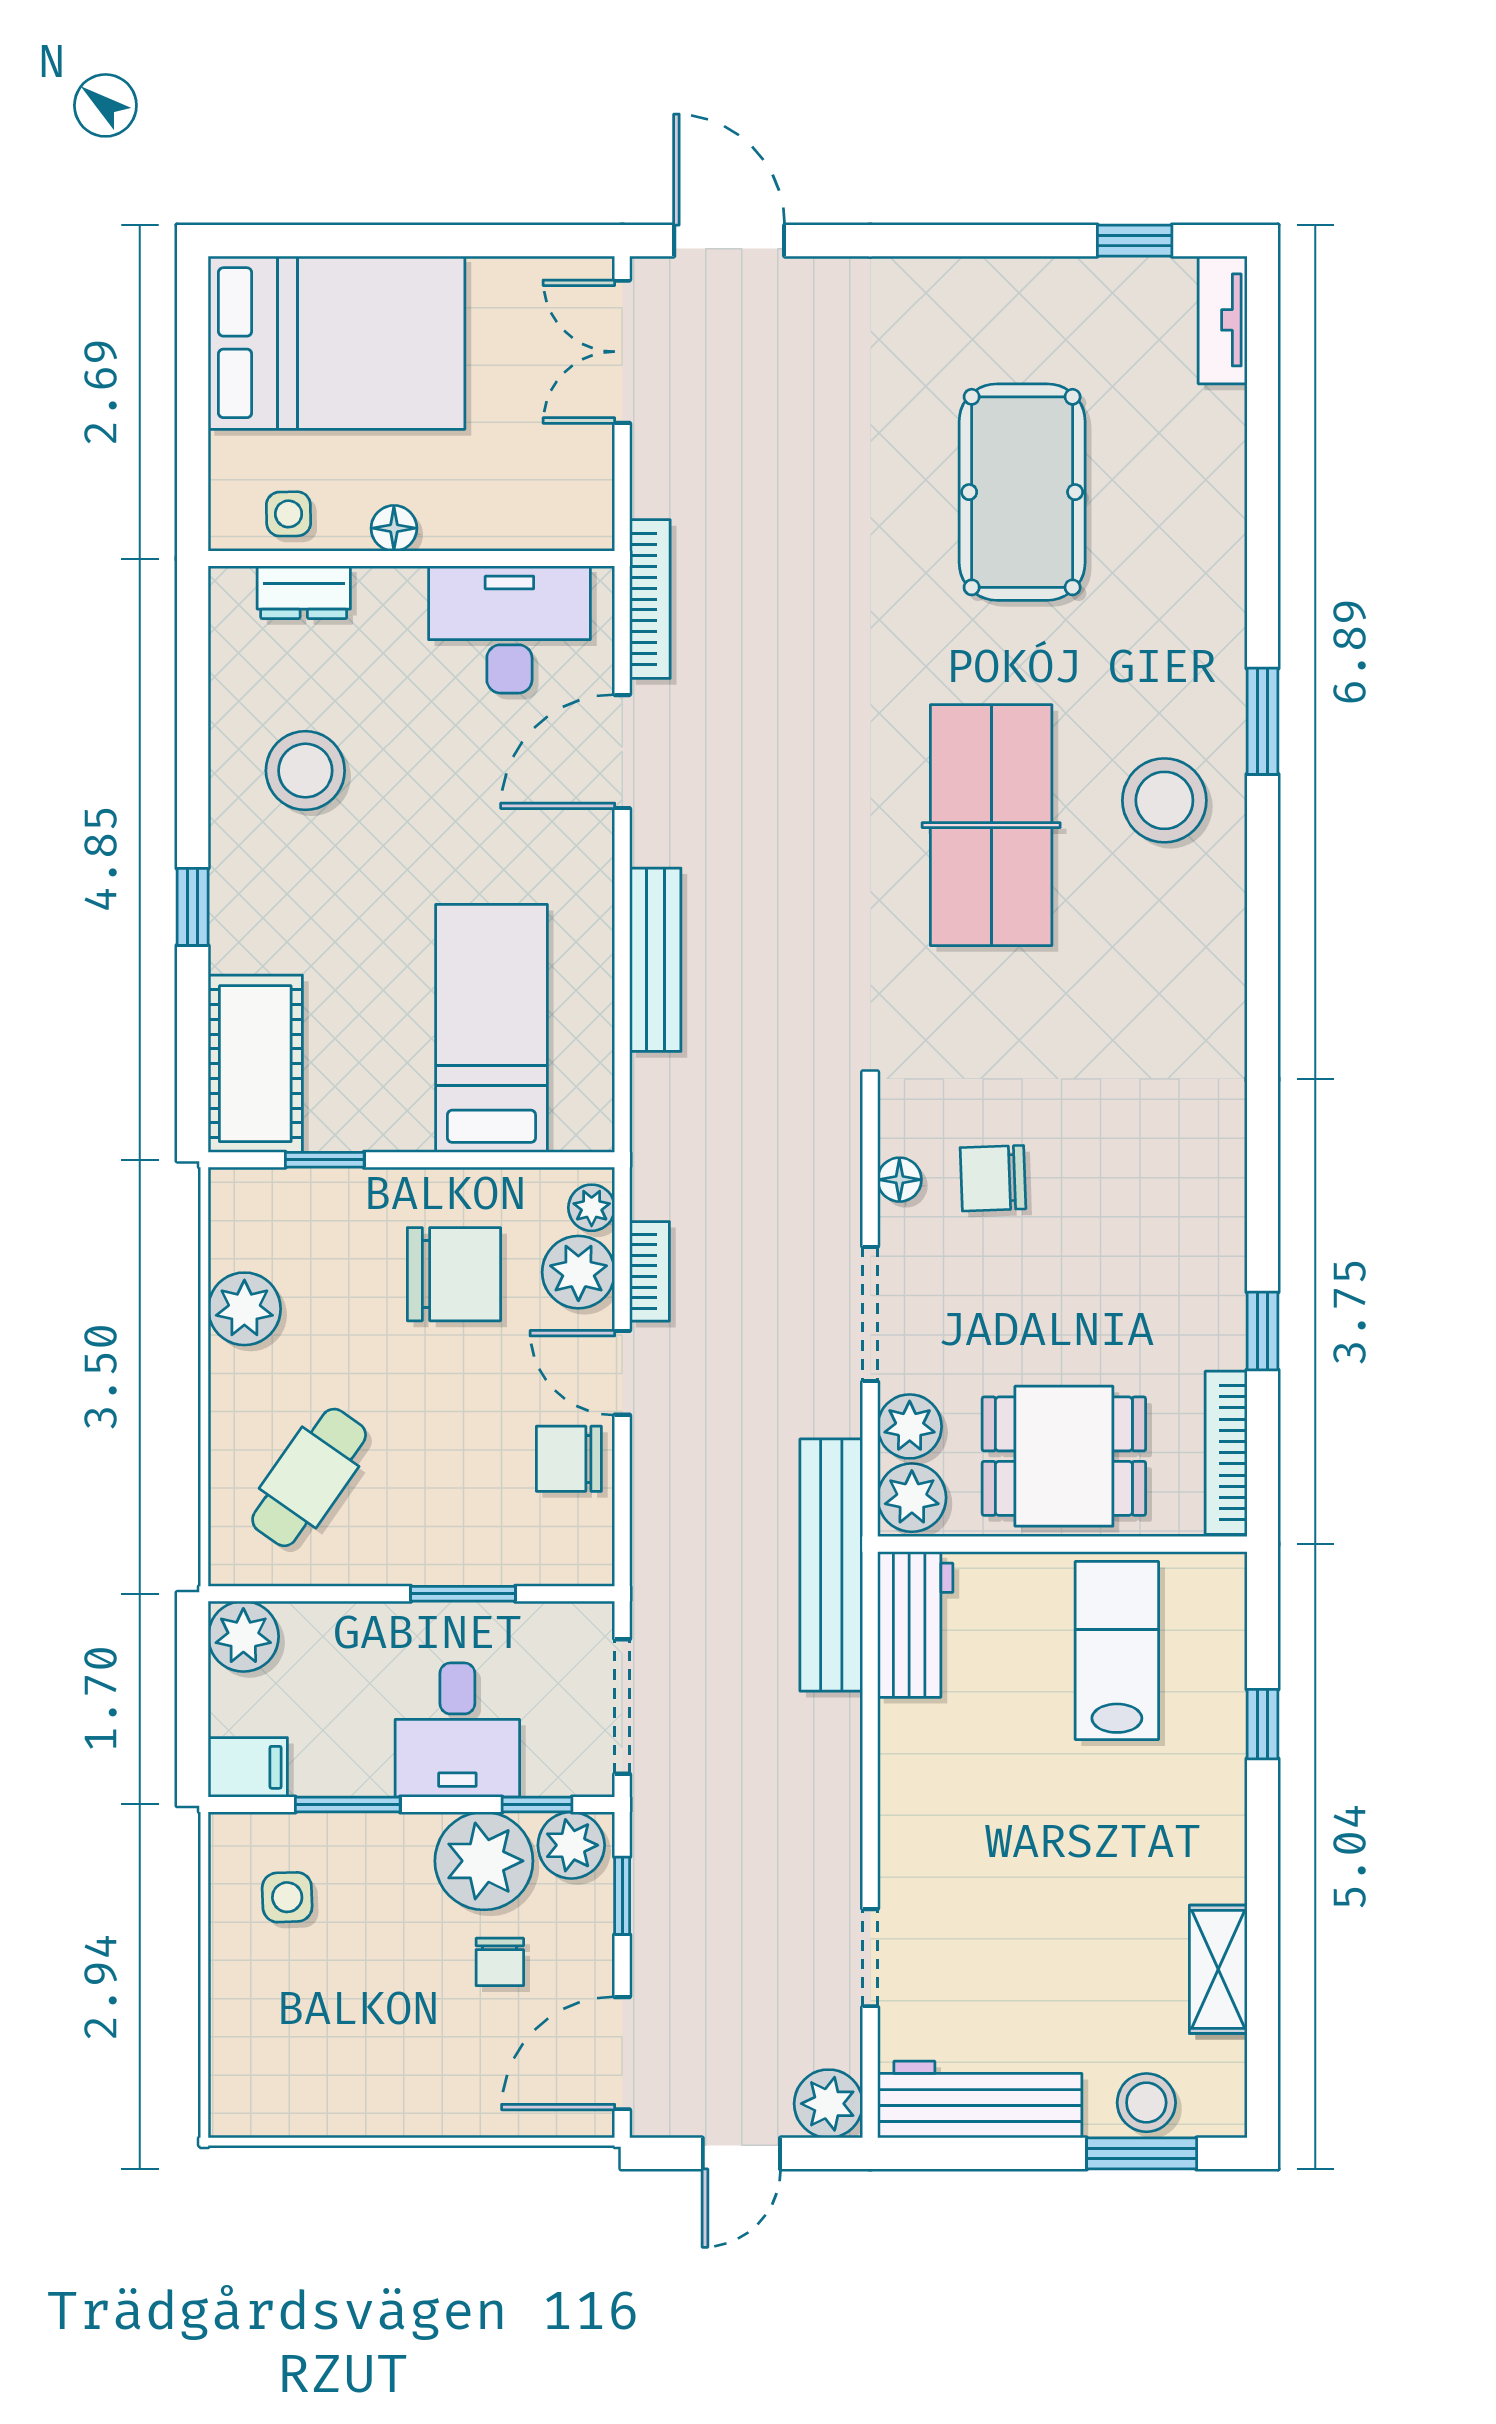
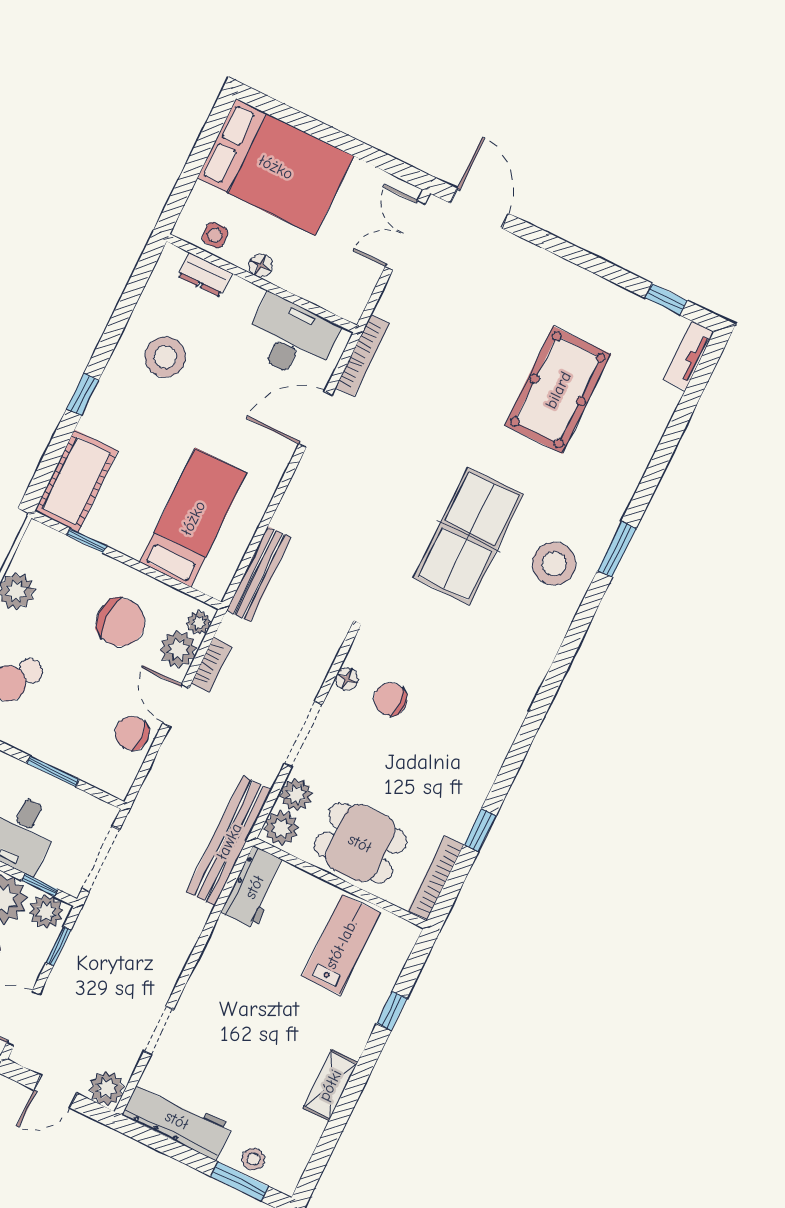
bench: (655, 960) -> (259, 574), moved
shelving: (1218, 1969) -> (330, 1085), moved
stool: (1146, 2103) -> (253, 1159), width x0.73, depth x0.73

